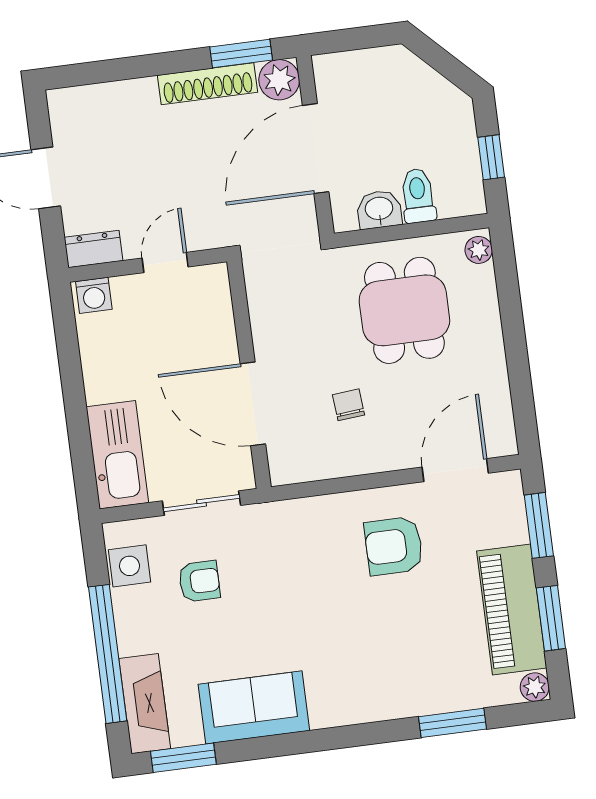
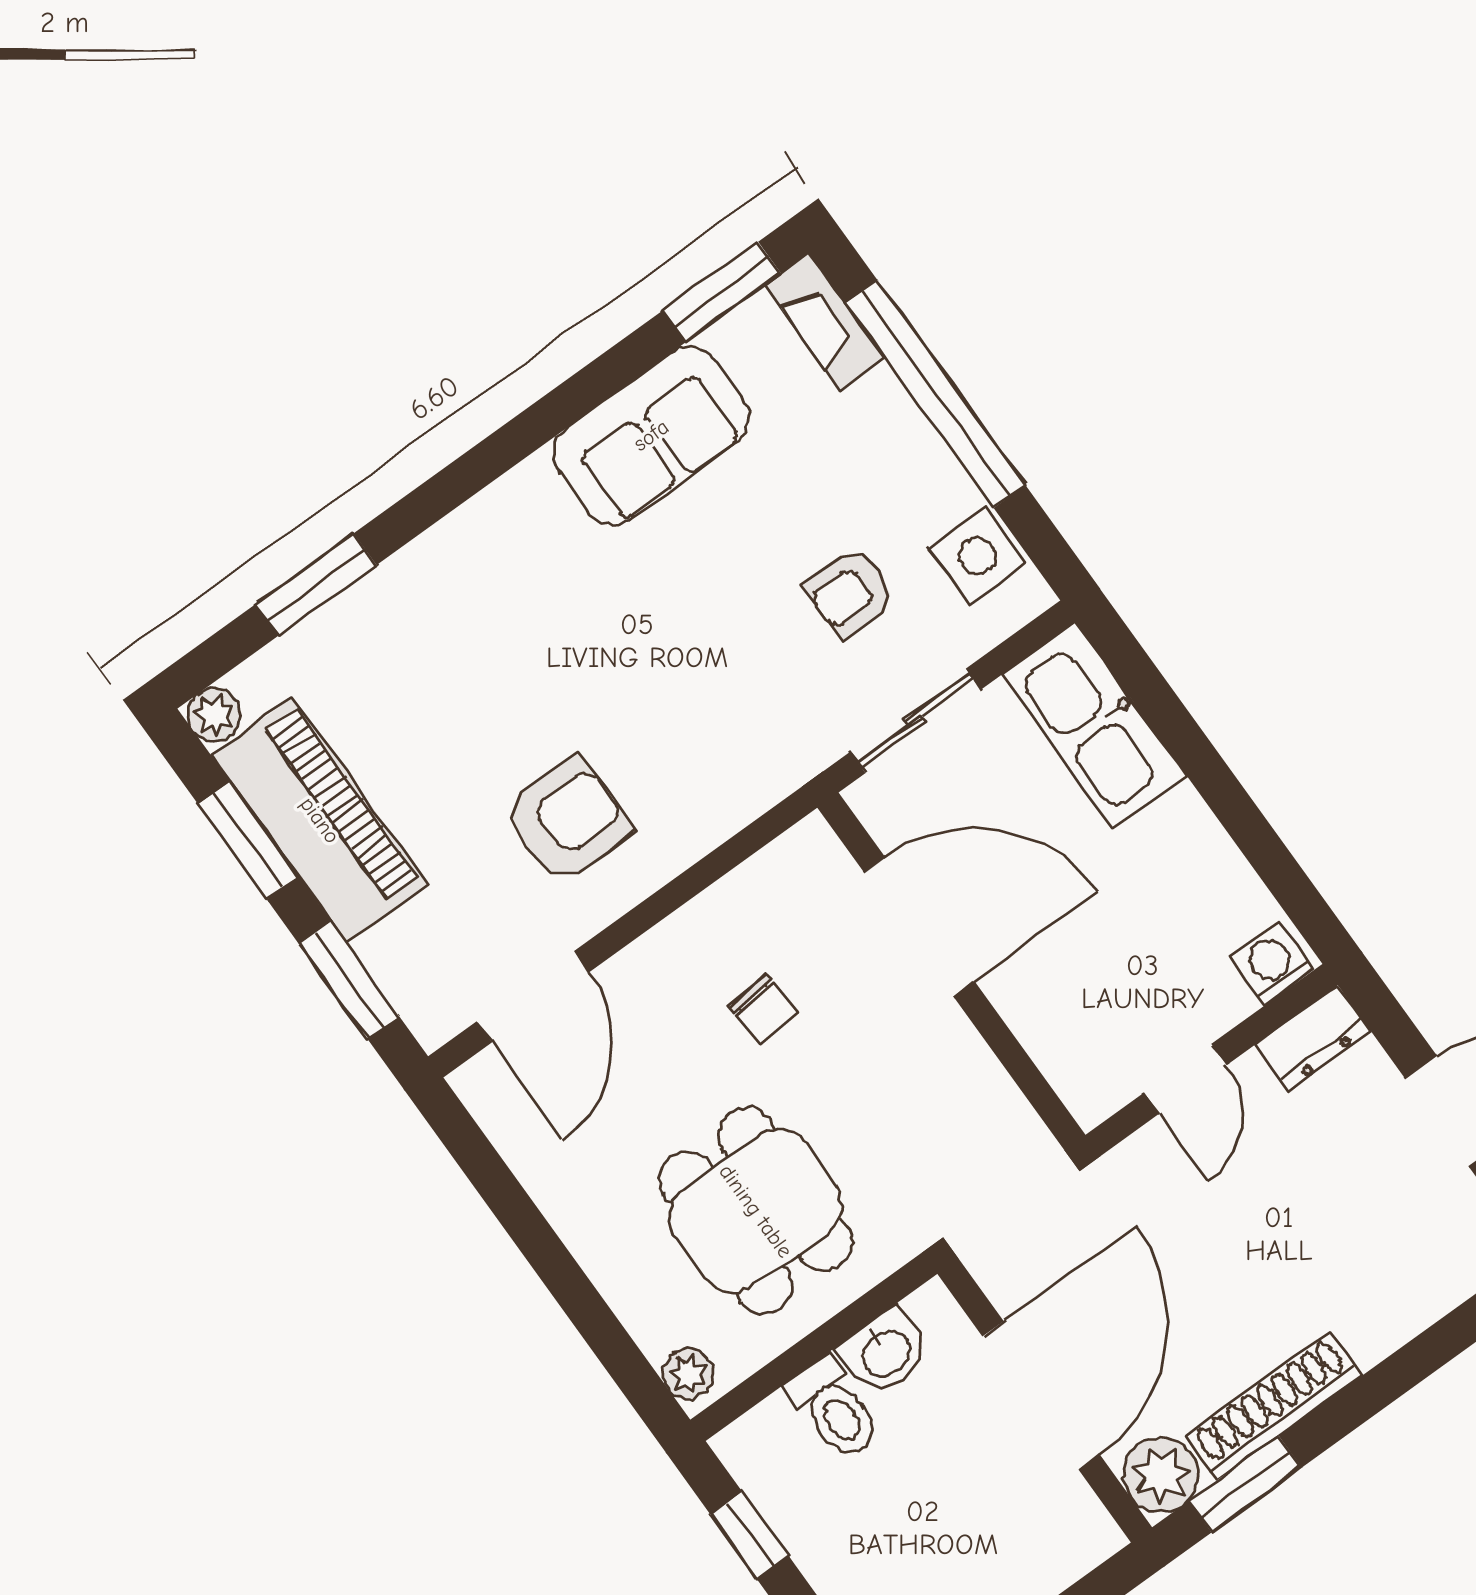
fireplace: (145, 704) -> (825, 321), width x0.73, depth x0.76

